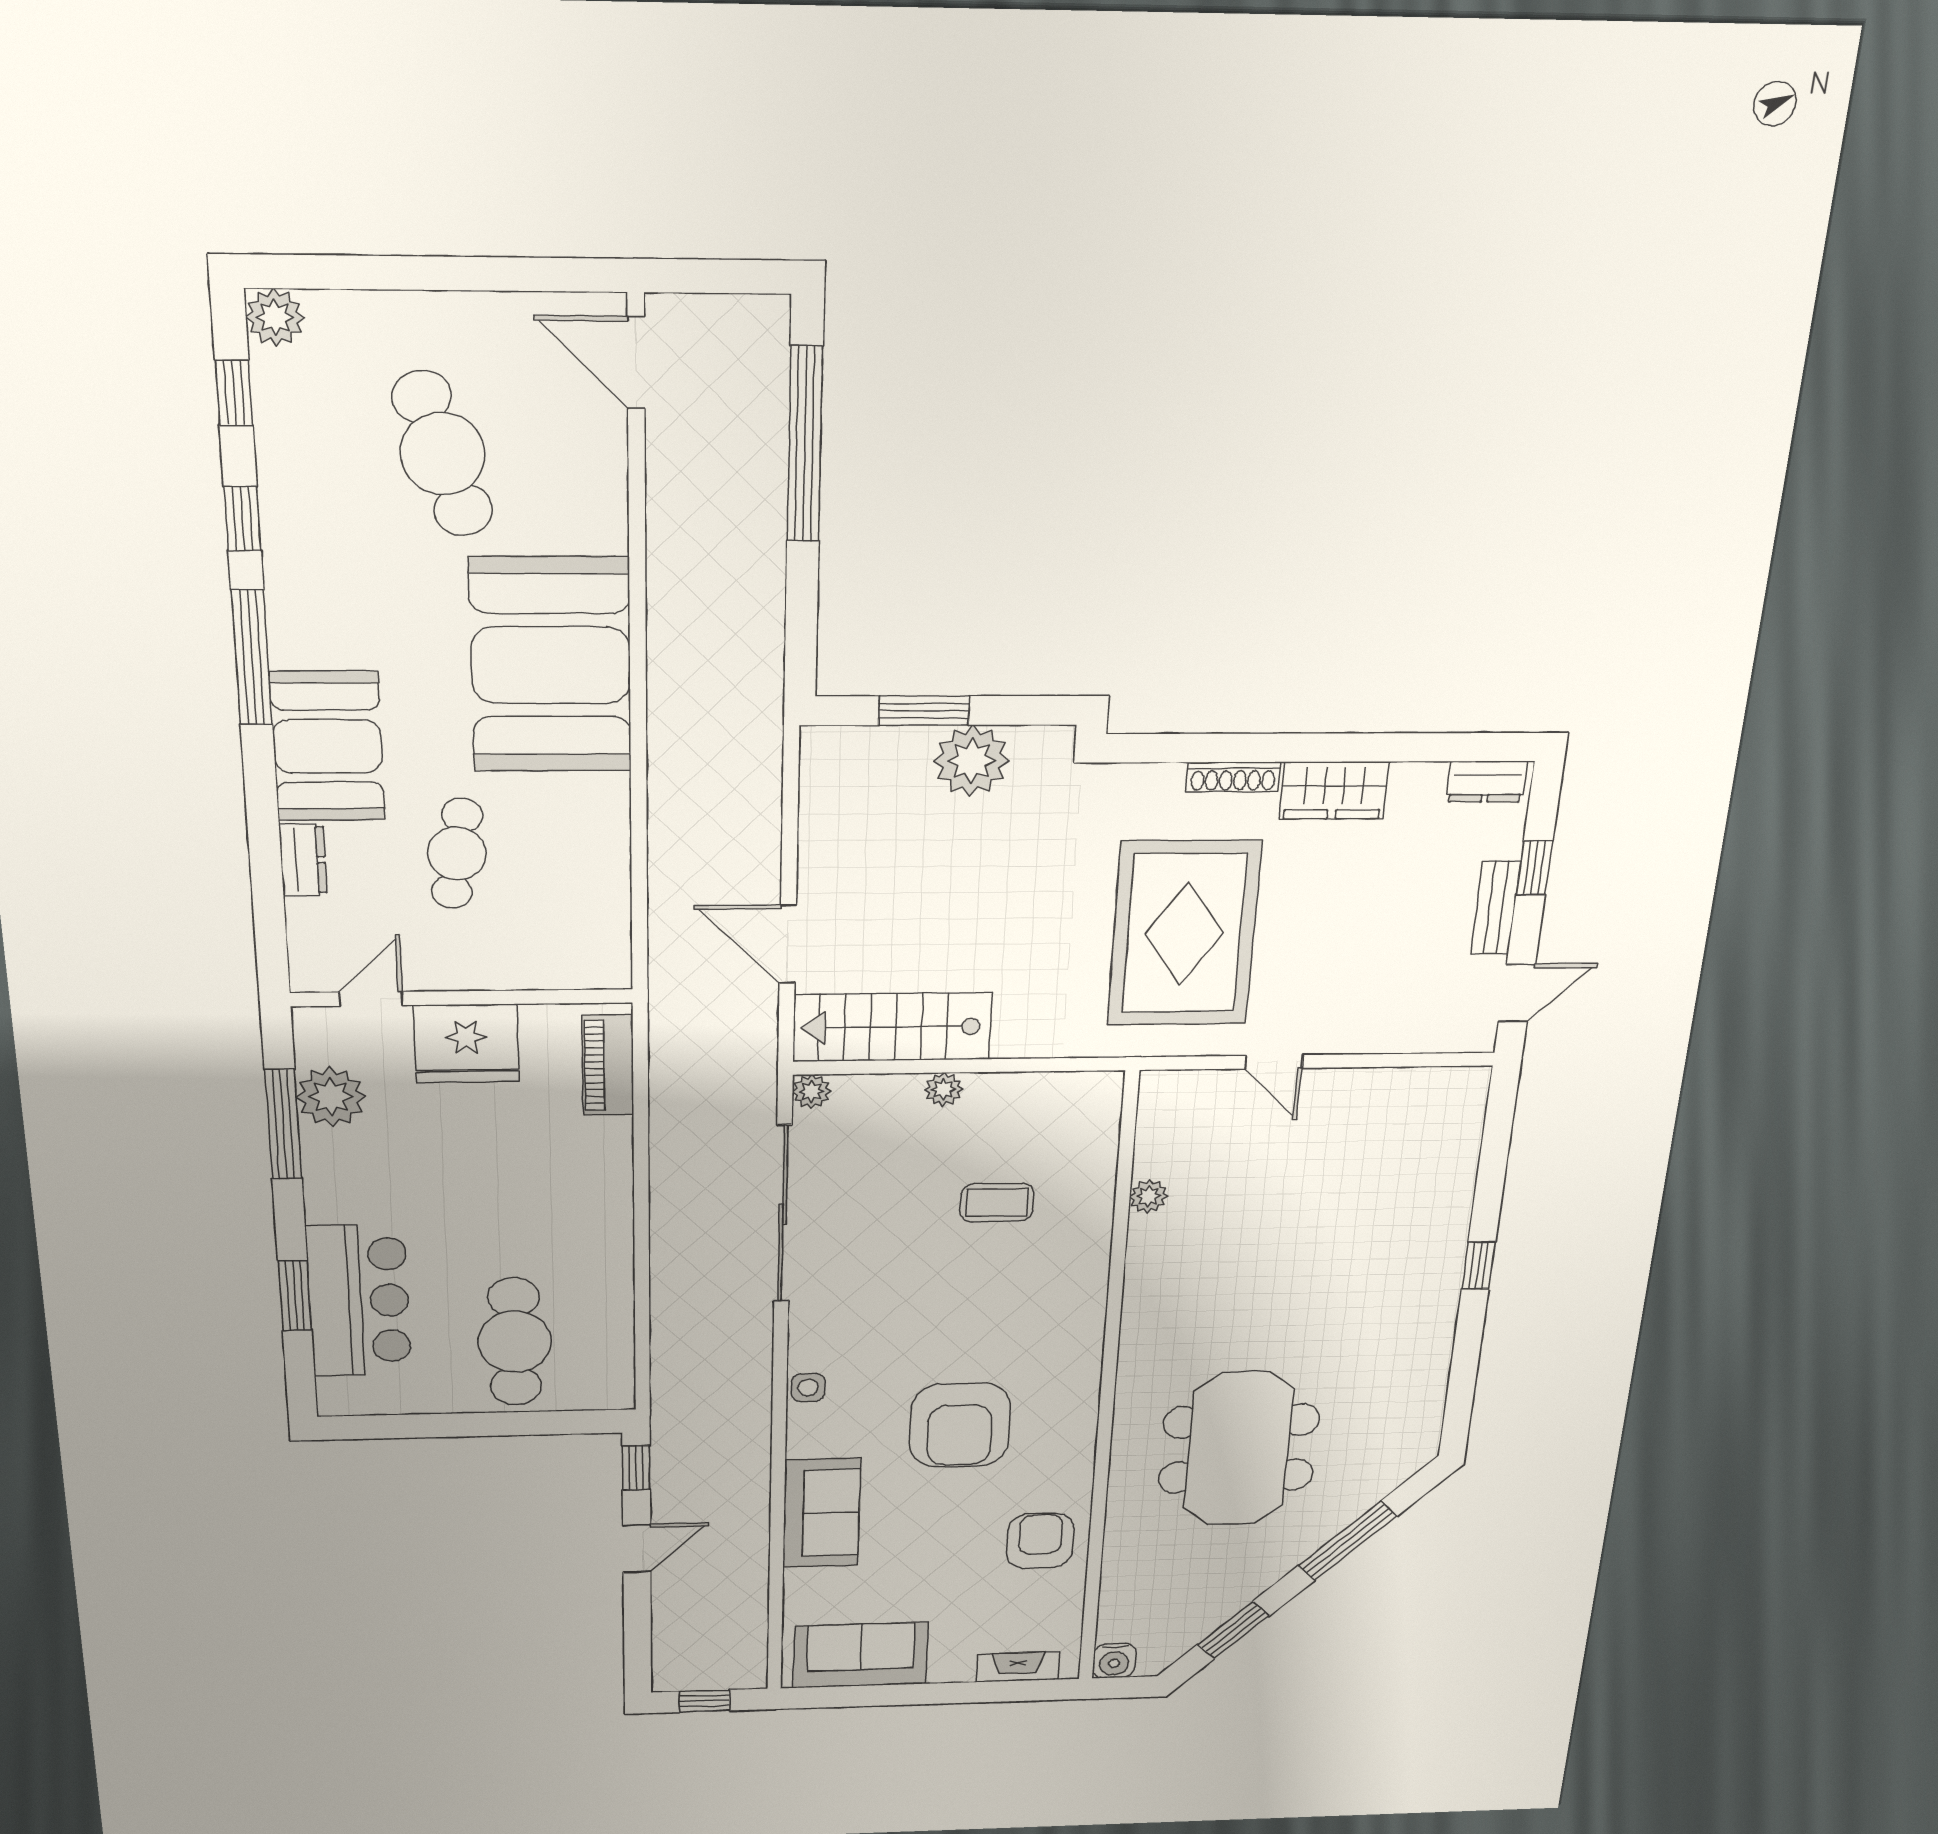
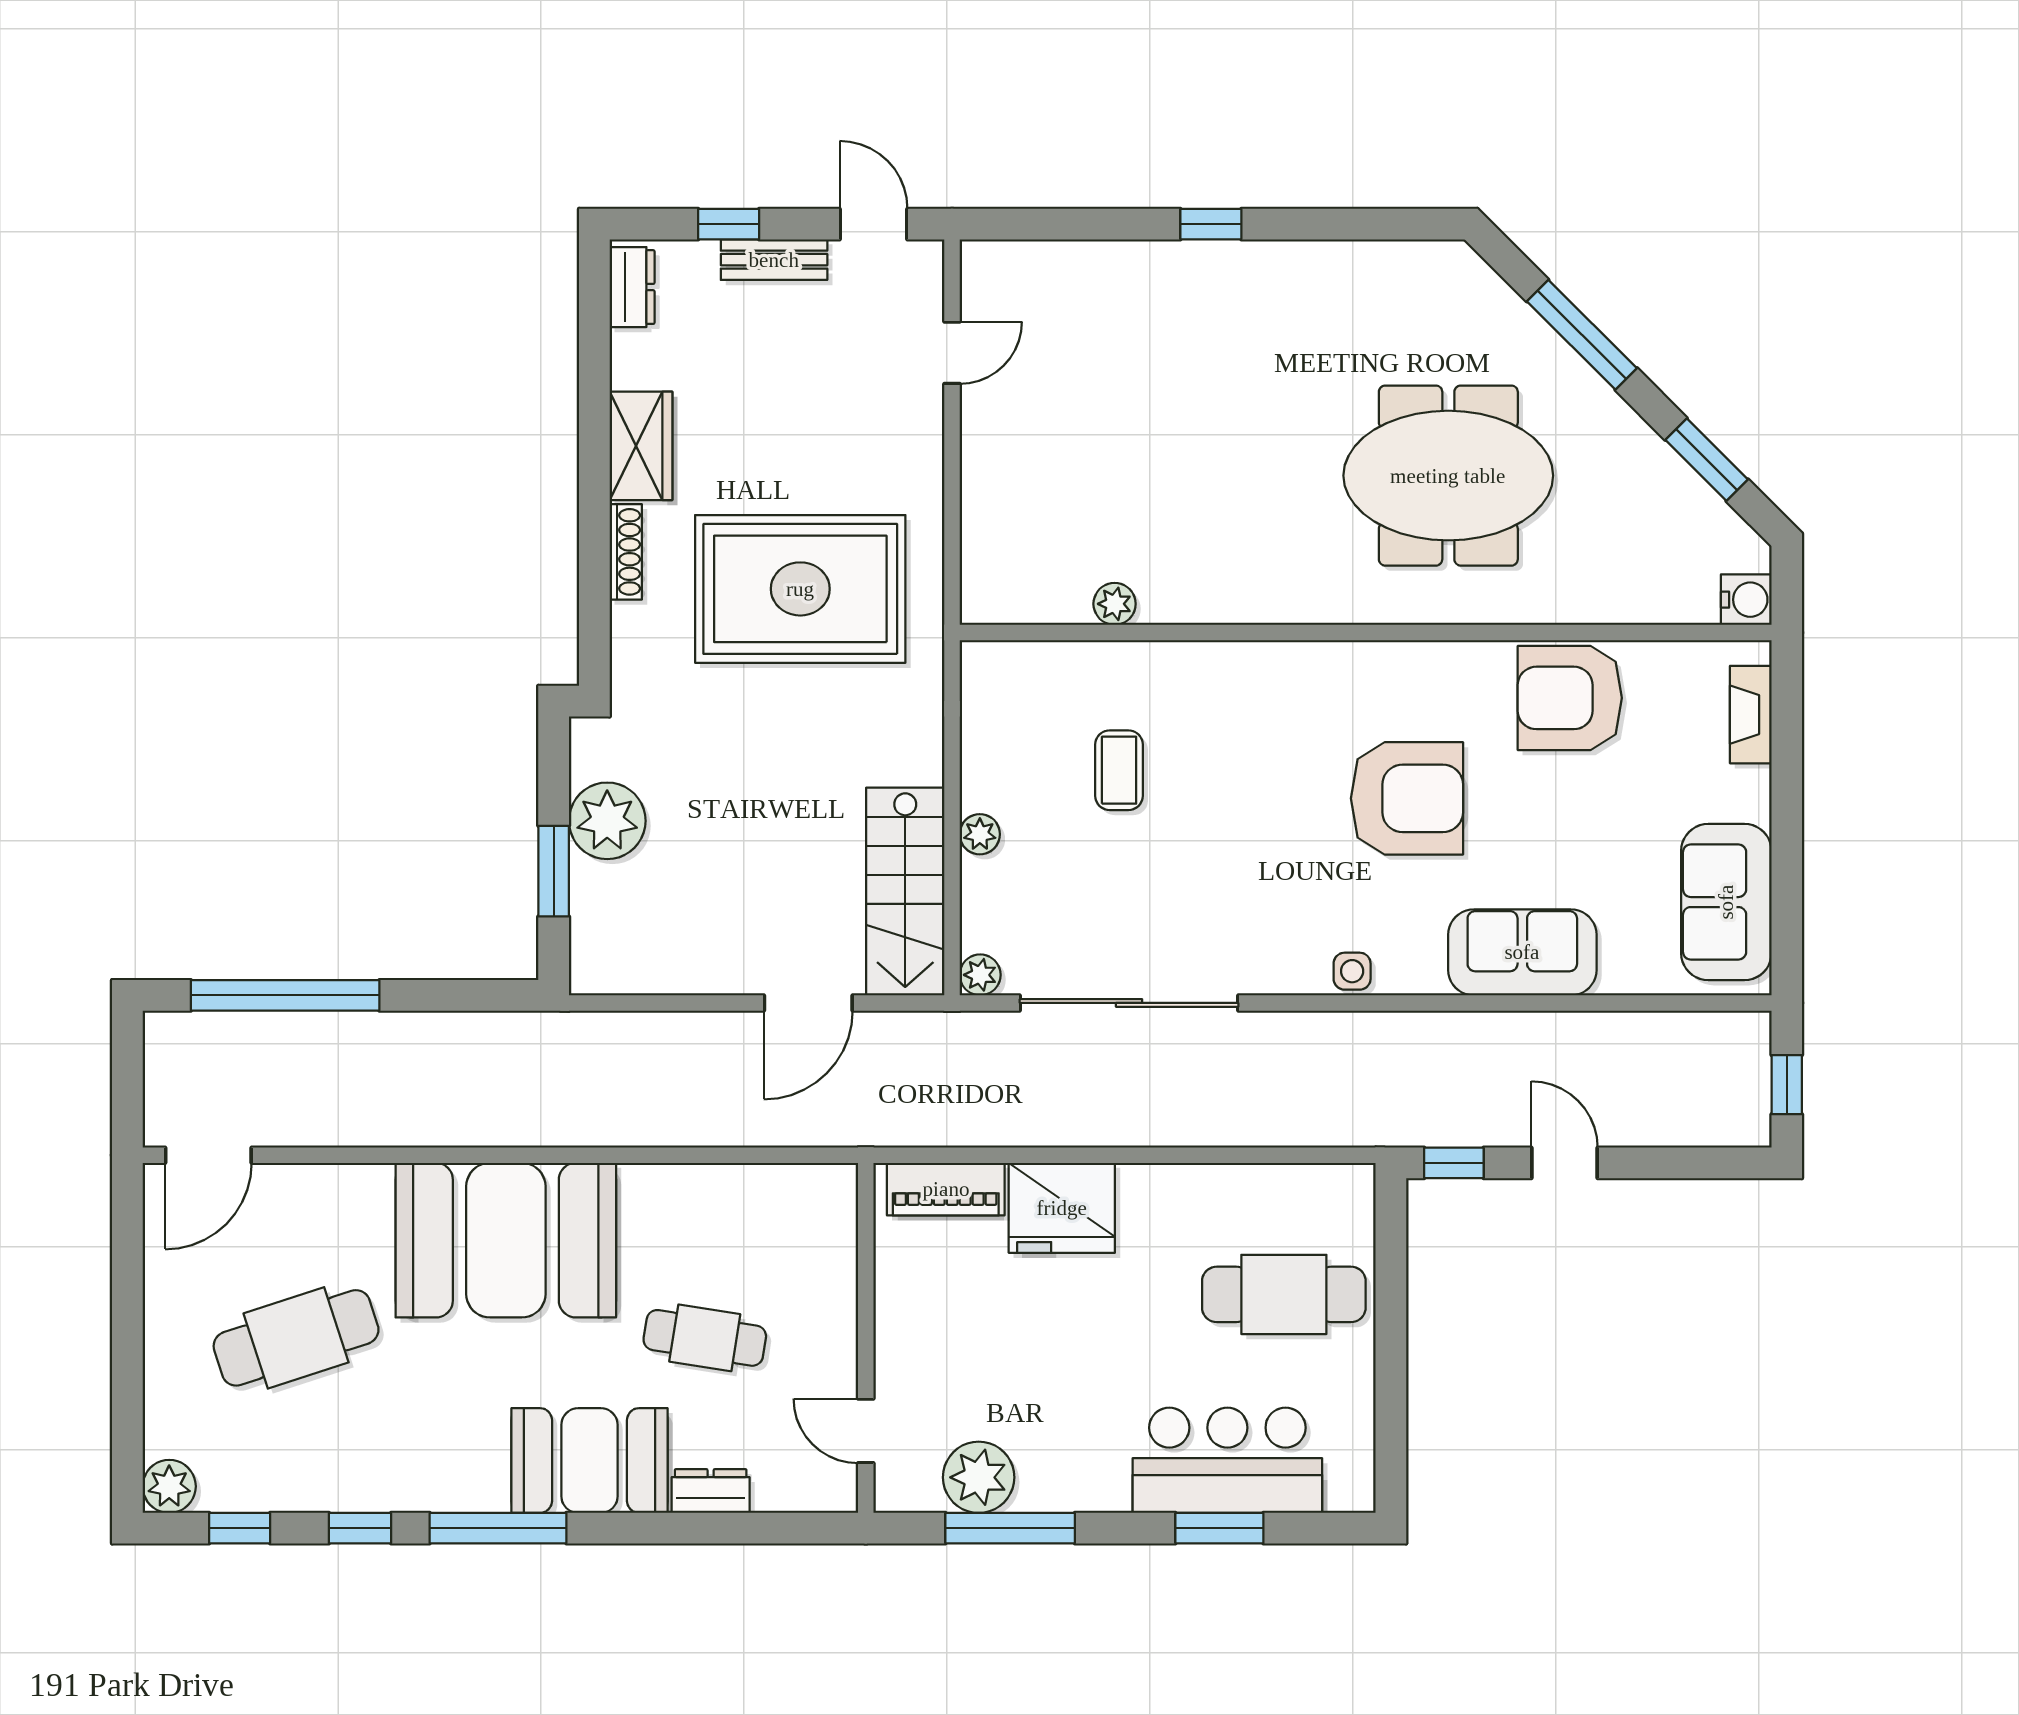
fridge: (466, 1043) -> (1062, 1208), moved, turned 90
door: (1274, 1062) -> (952, 353), moved
armchair: (1040, 1541) -> (1570, 698), width x1.36, depth x1.36

